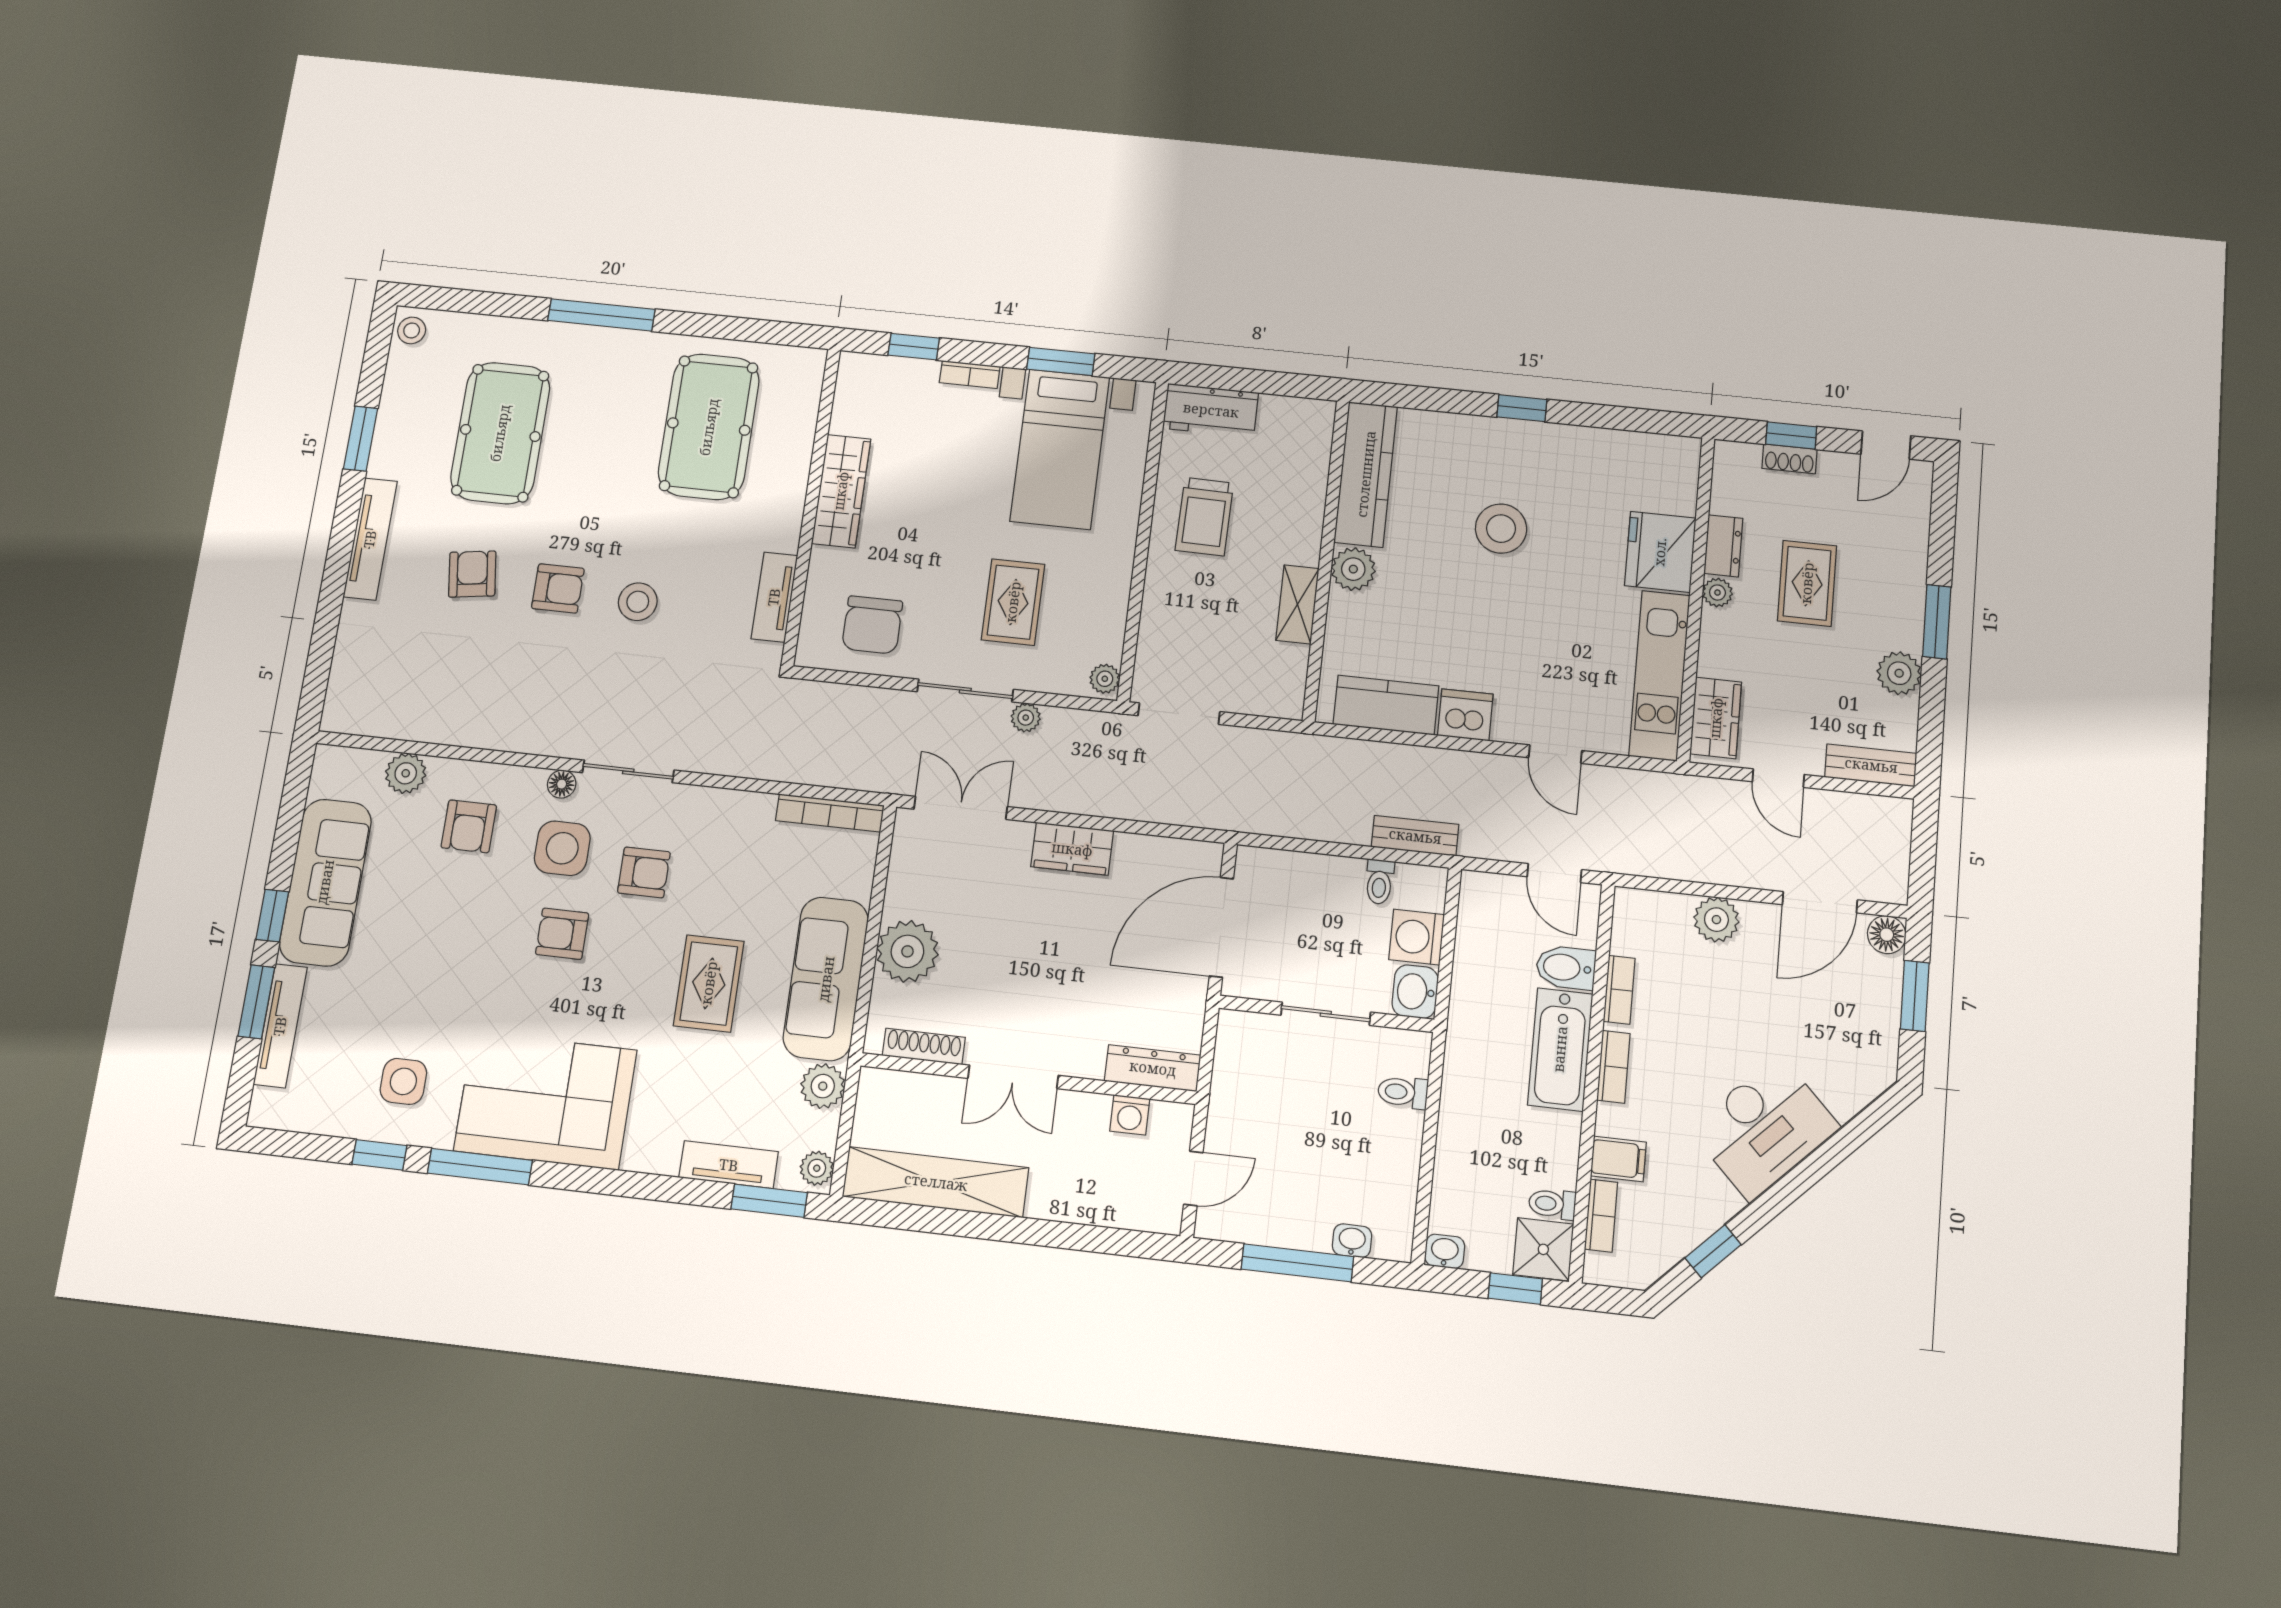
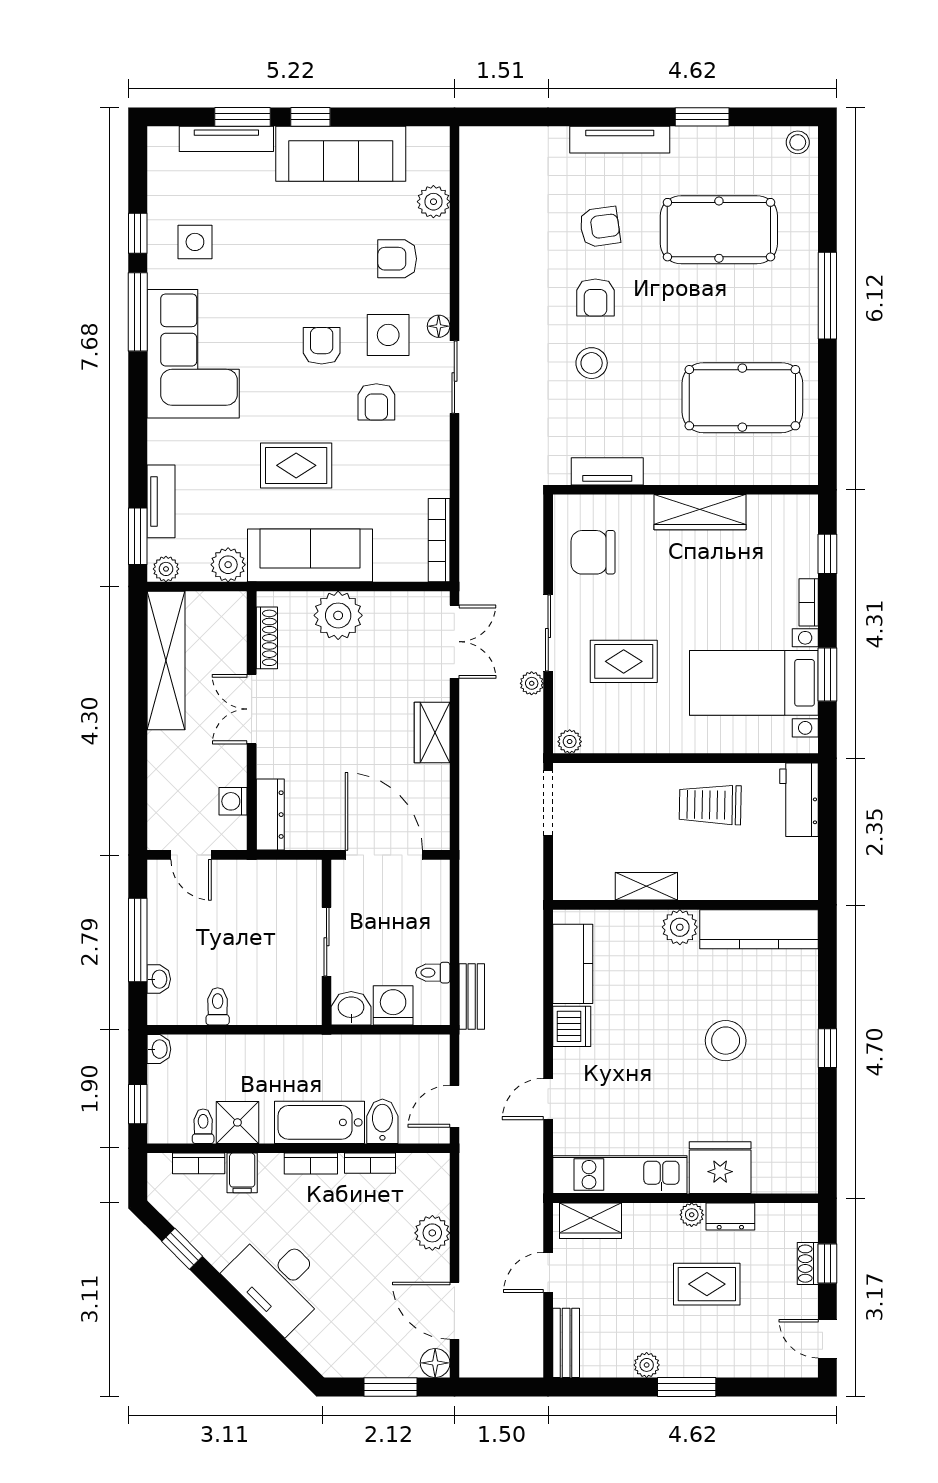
plant: (1899, 673) -> (647, 1365), width x0.73, depth x0.73
toilet: (1403, 1092) -> (218, 1006), moved
shower: (1543, 1249) -> (237, 1122), moved

